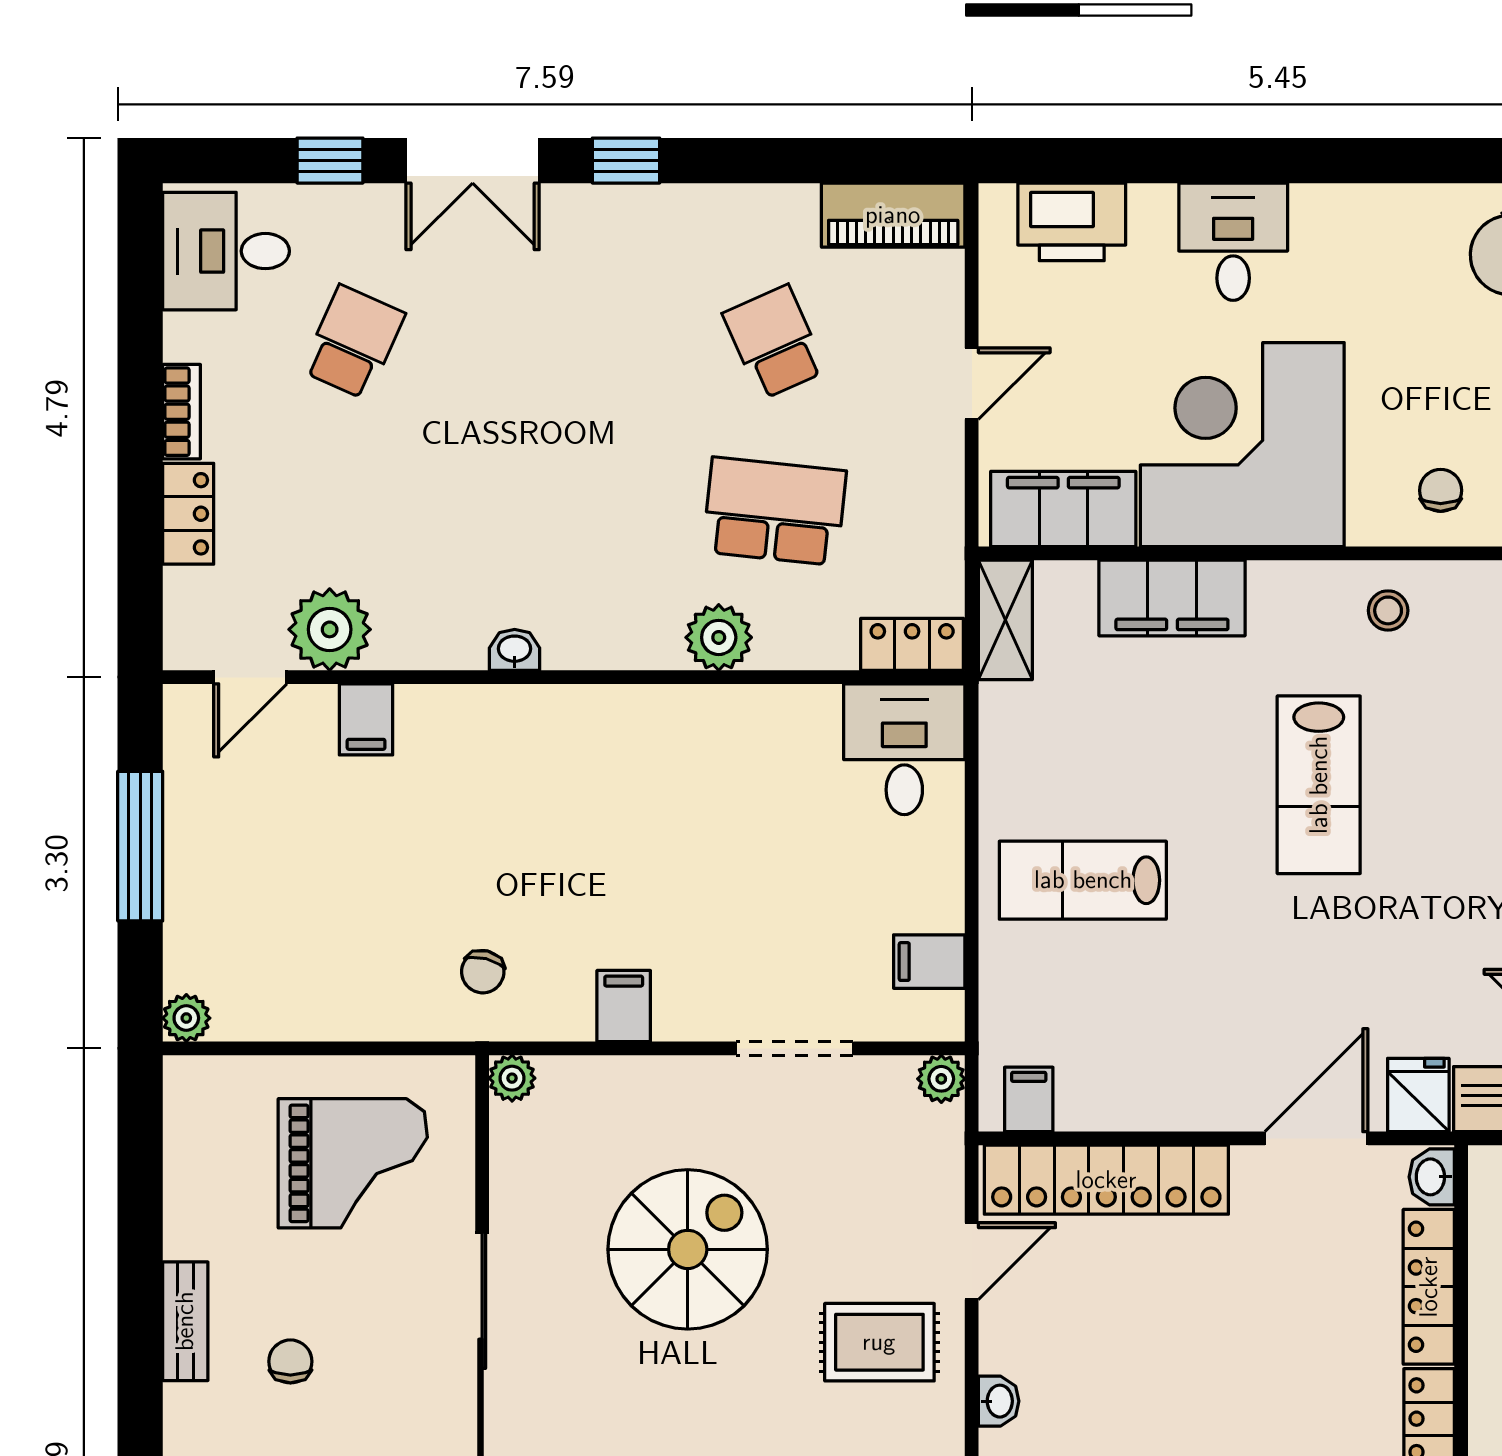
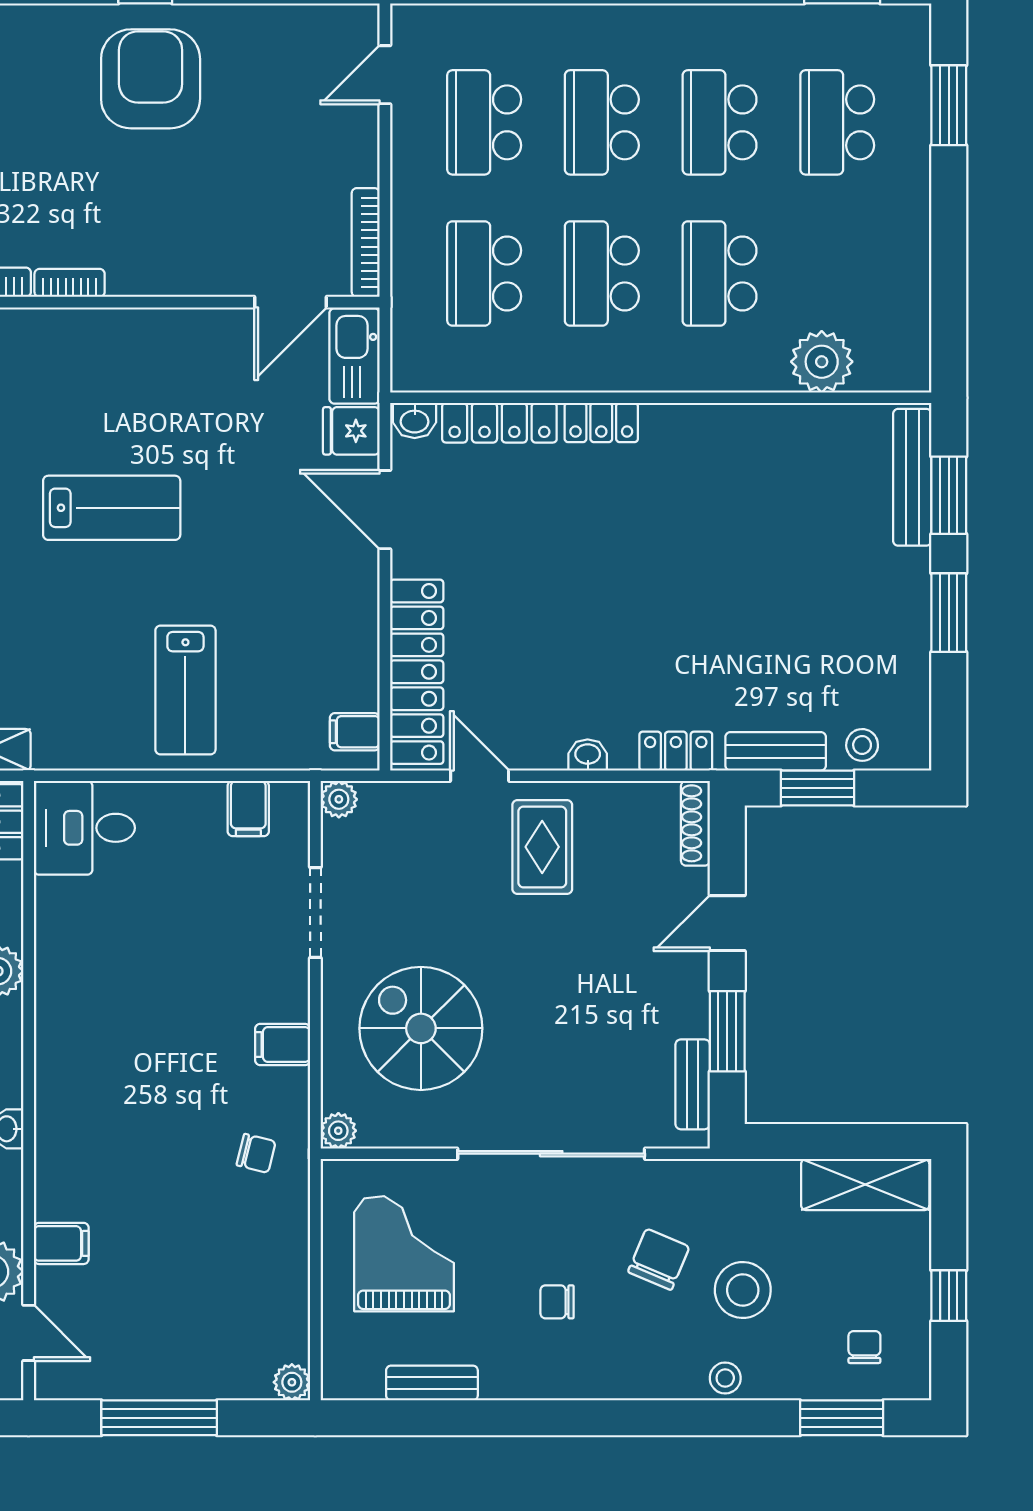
spiral stairs: (688, 1249) -> (421, 1028), moved
bench: (185, 1321) -> (432, 1383), moved

